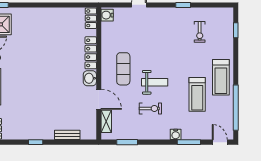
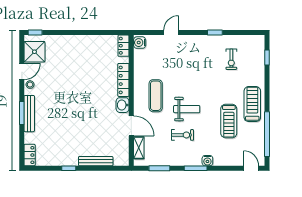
treadmill: (221, 77) -> (252, 104), turned 180
bench: (67, 135) -> (96, 161), width x1.36
window: (189, 142) -> (196, 168), moved

